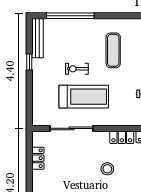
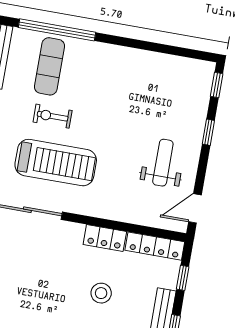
exercise mat: (113, 50) -> (49, 66), moved
stool: (107, 169) -> (101, 293), moved

